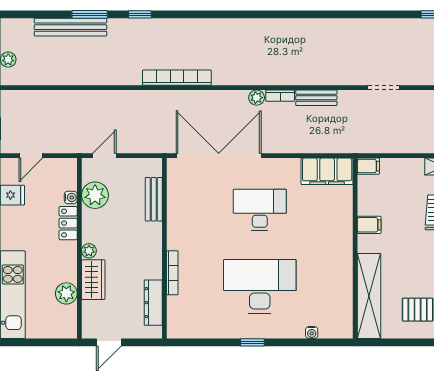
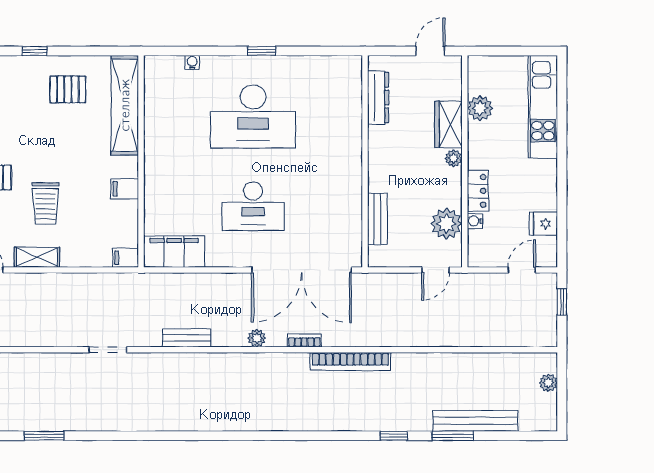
bookcase: (280, 96) -> (304, 340), moved
bookcase: (172, 273) -> (356, 133), removed

